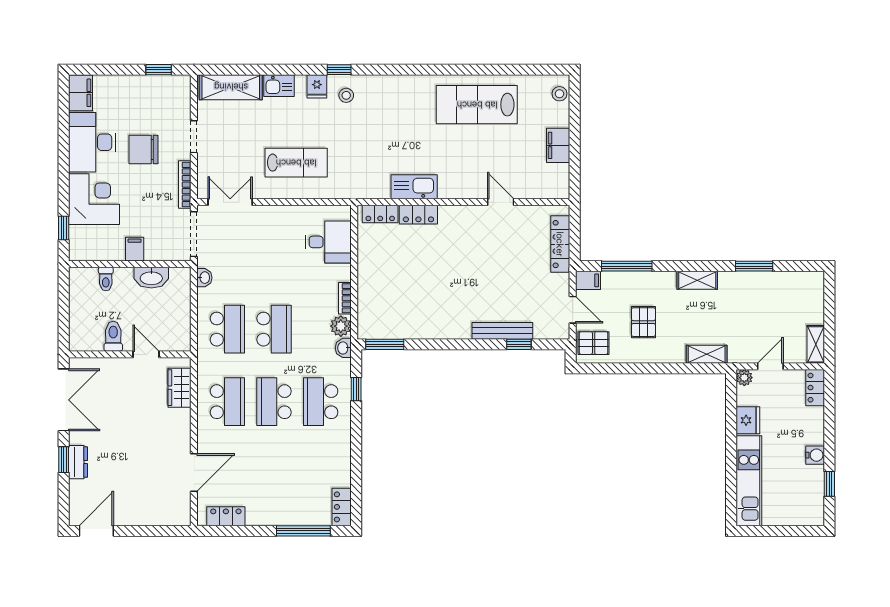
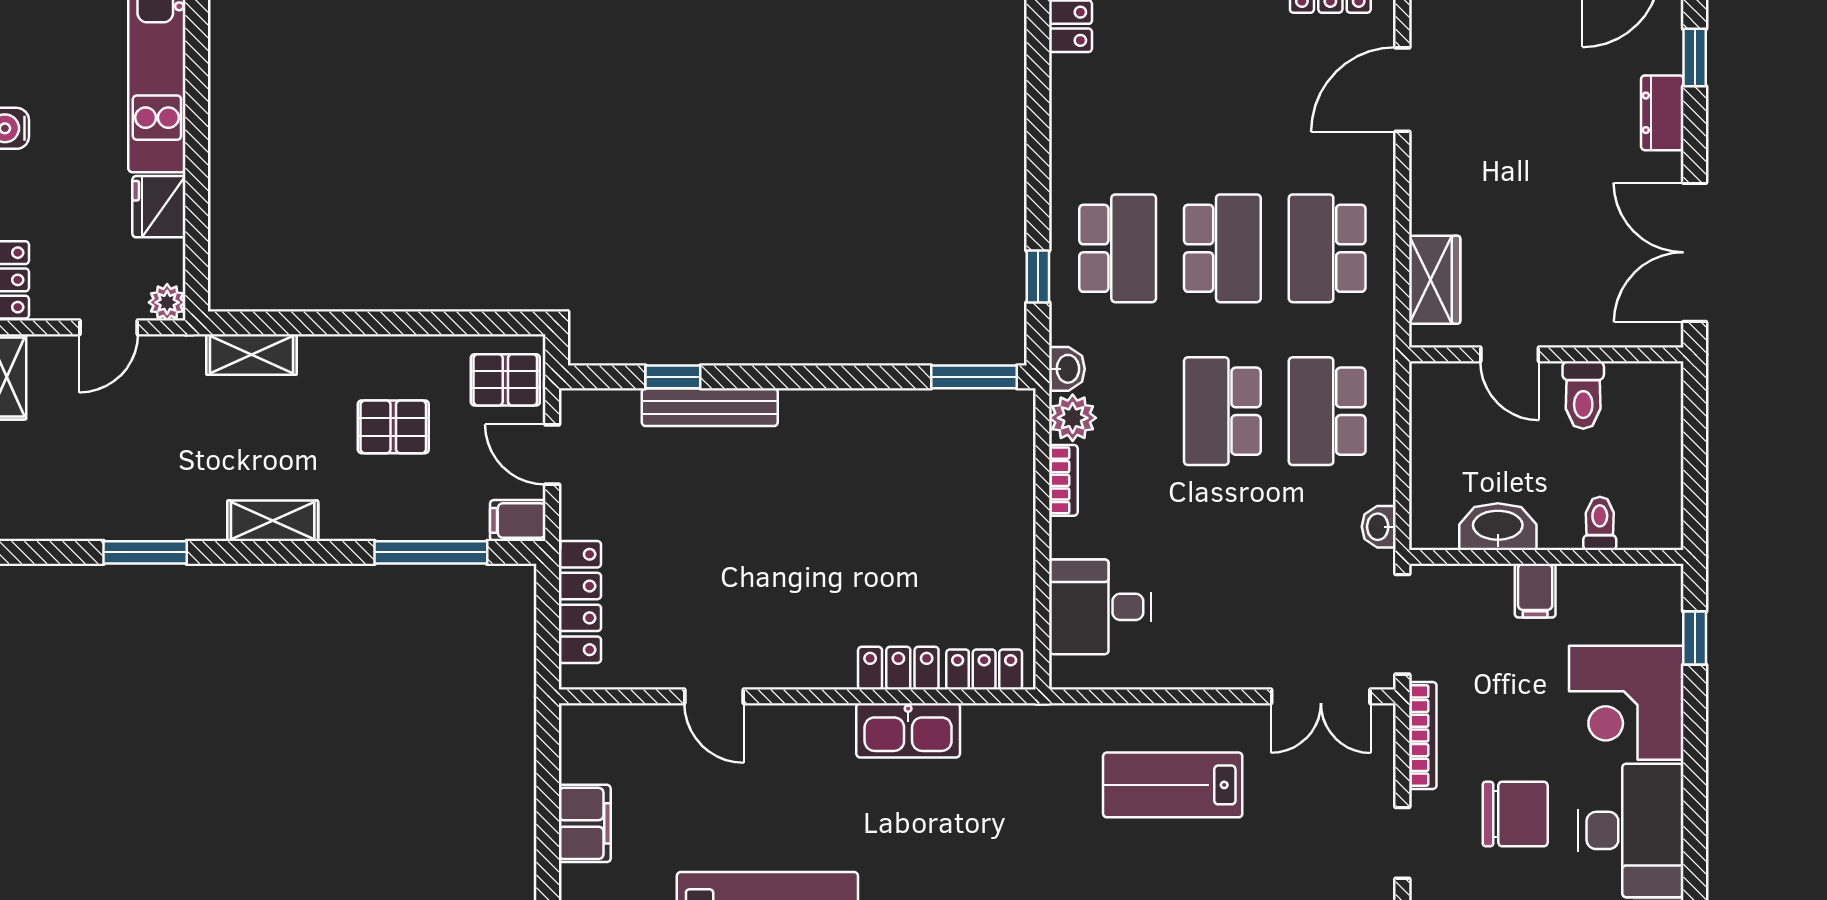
pallet: (643, 322) -> (393, 427), turned 90
window: (64, 460) -> (1695, 57), moved

